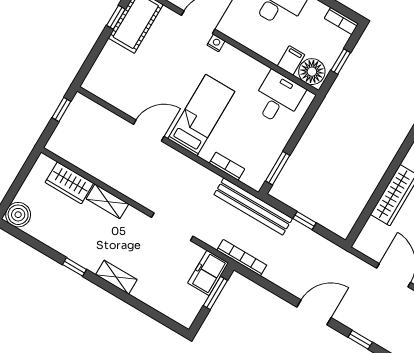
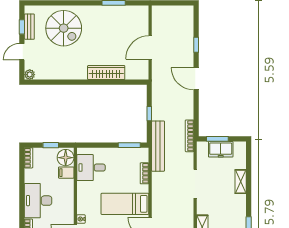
freezer: (208, 273) -> (221, 149), moved
shelving: (116, 277) -> (241, 182), moved

